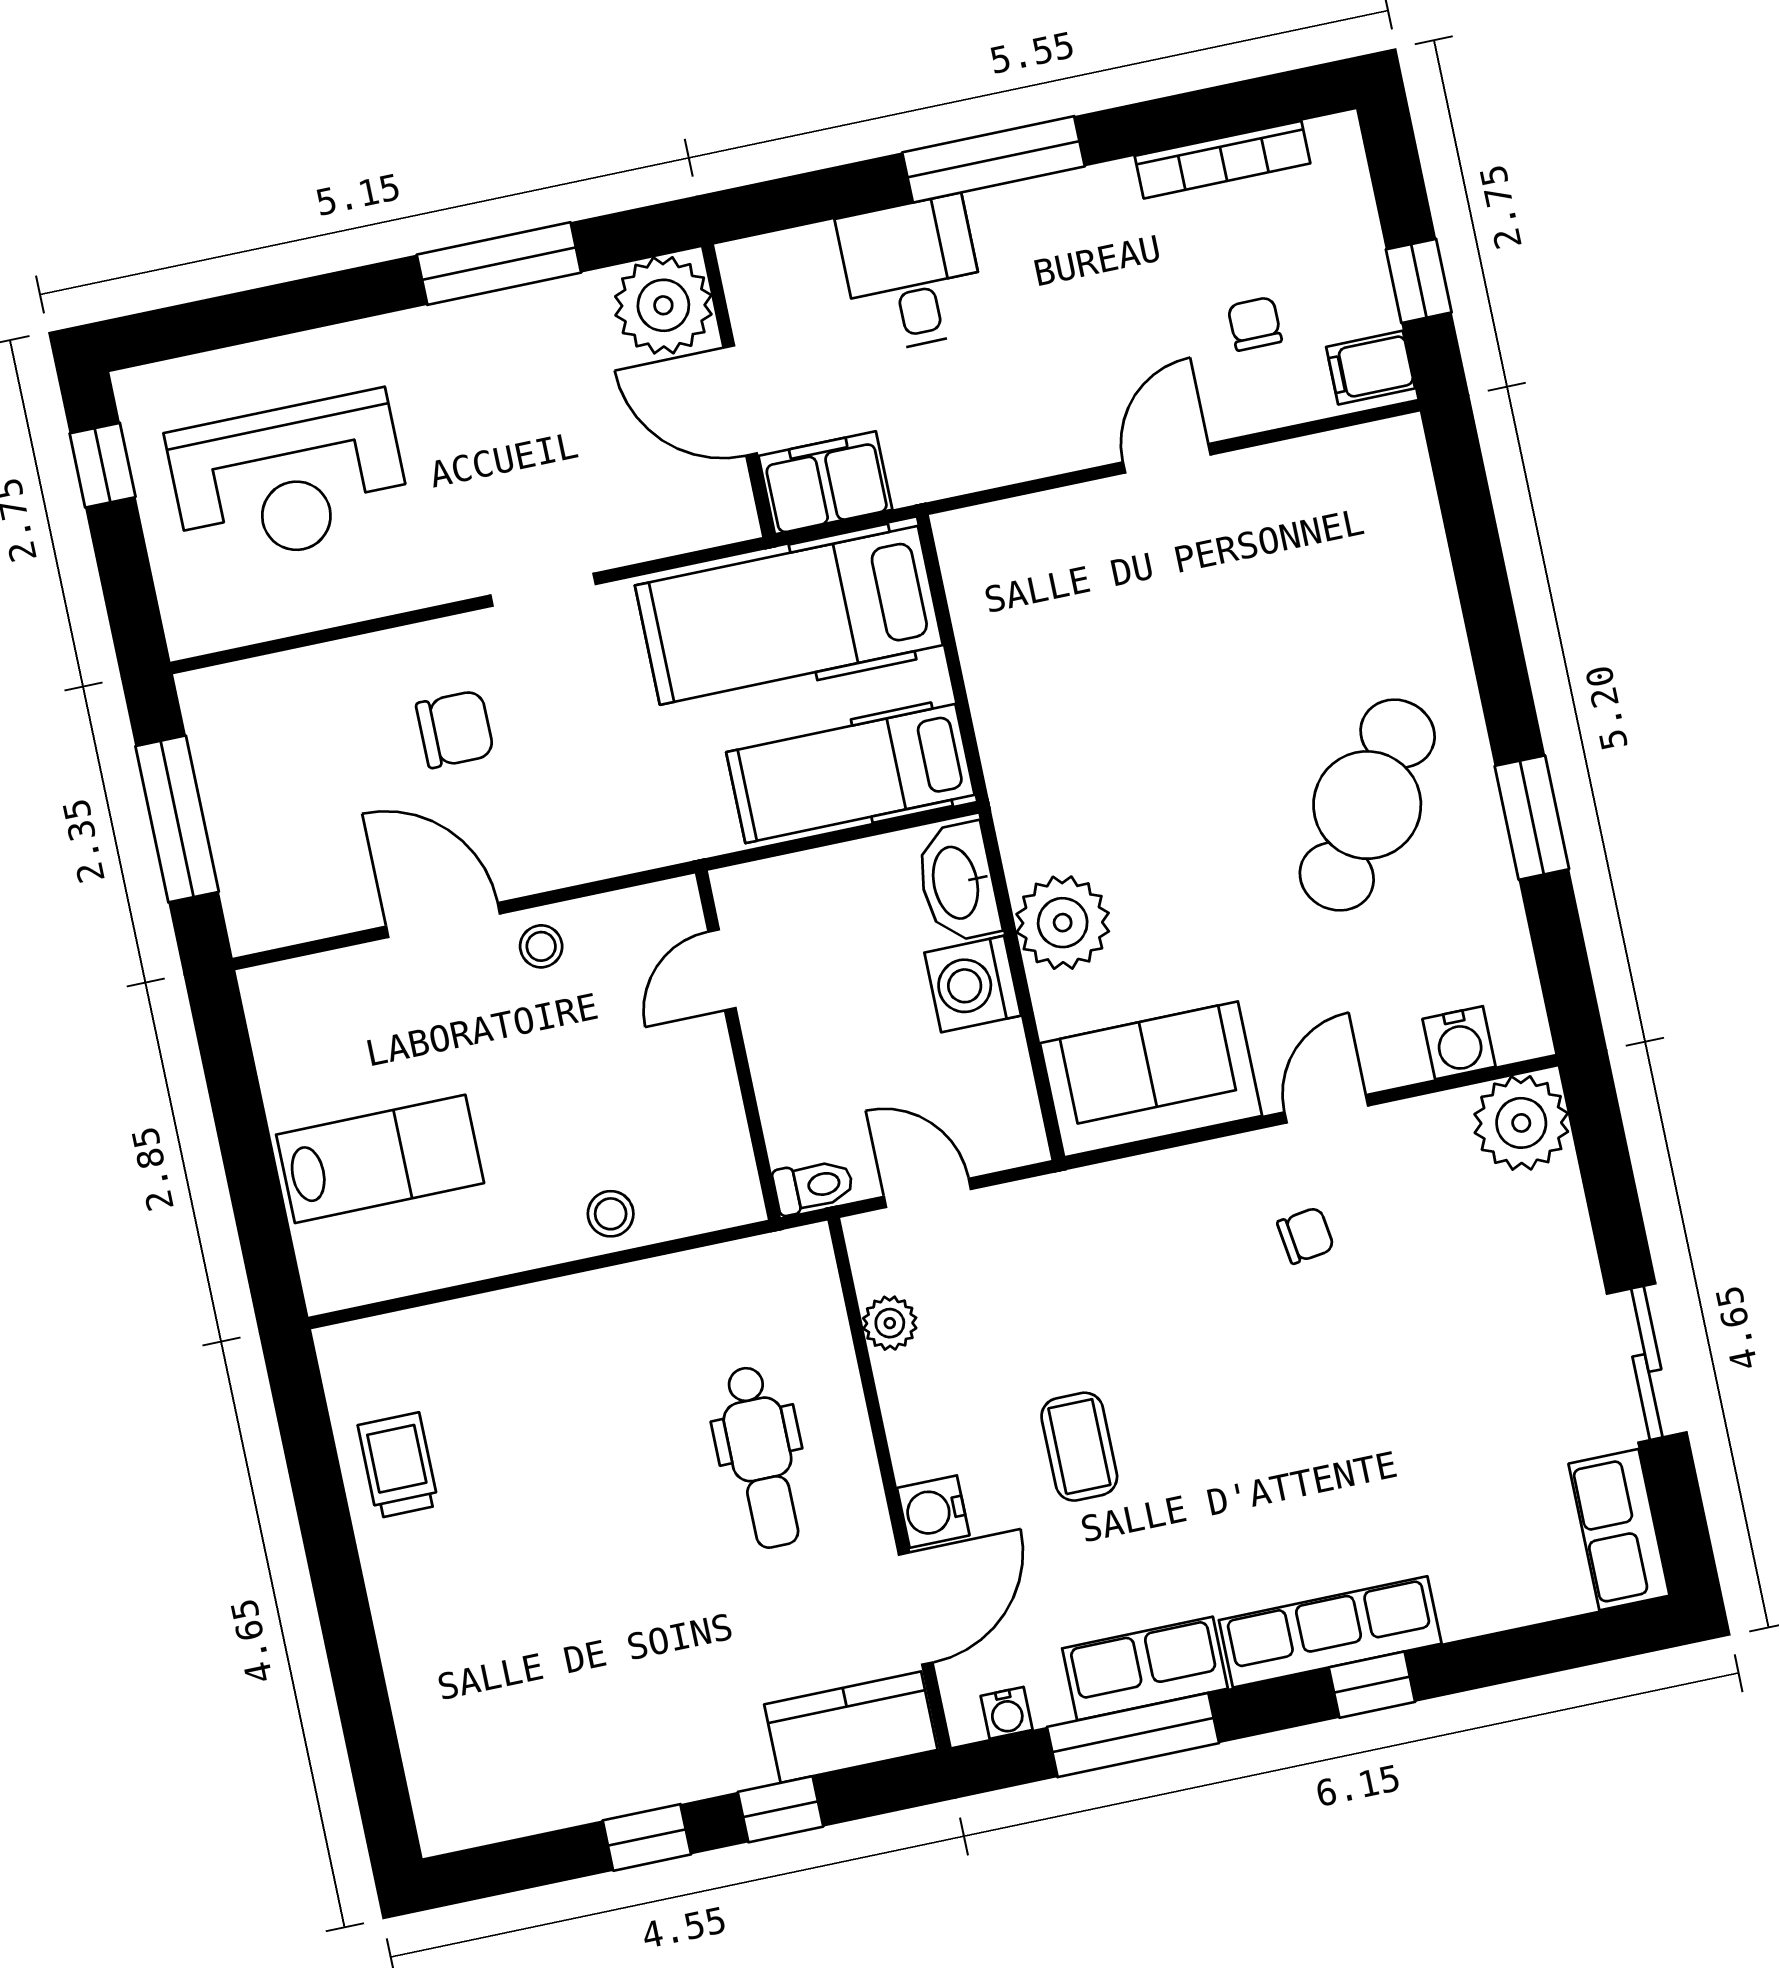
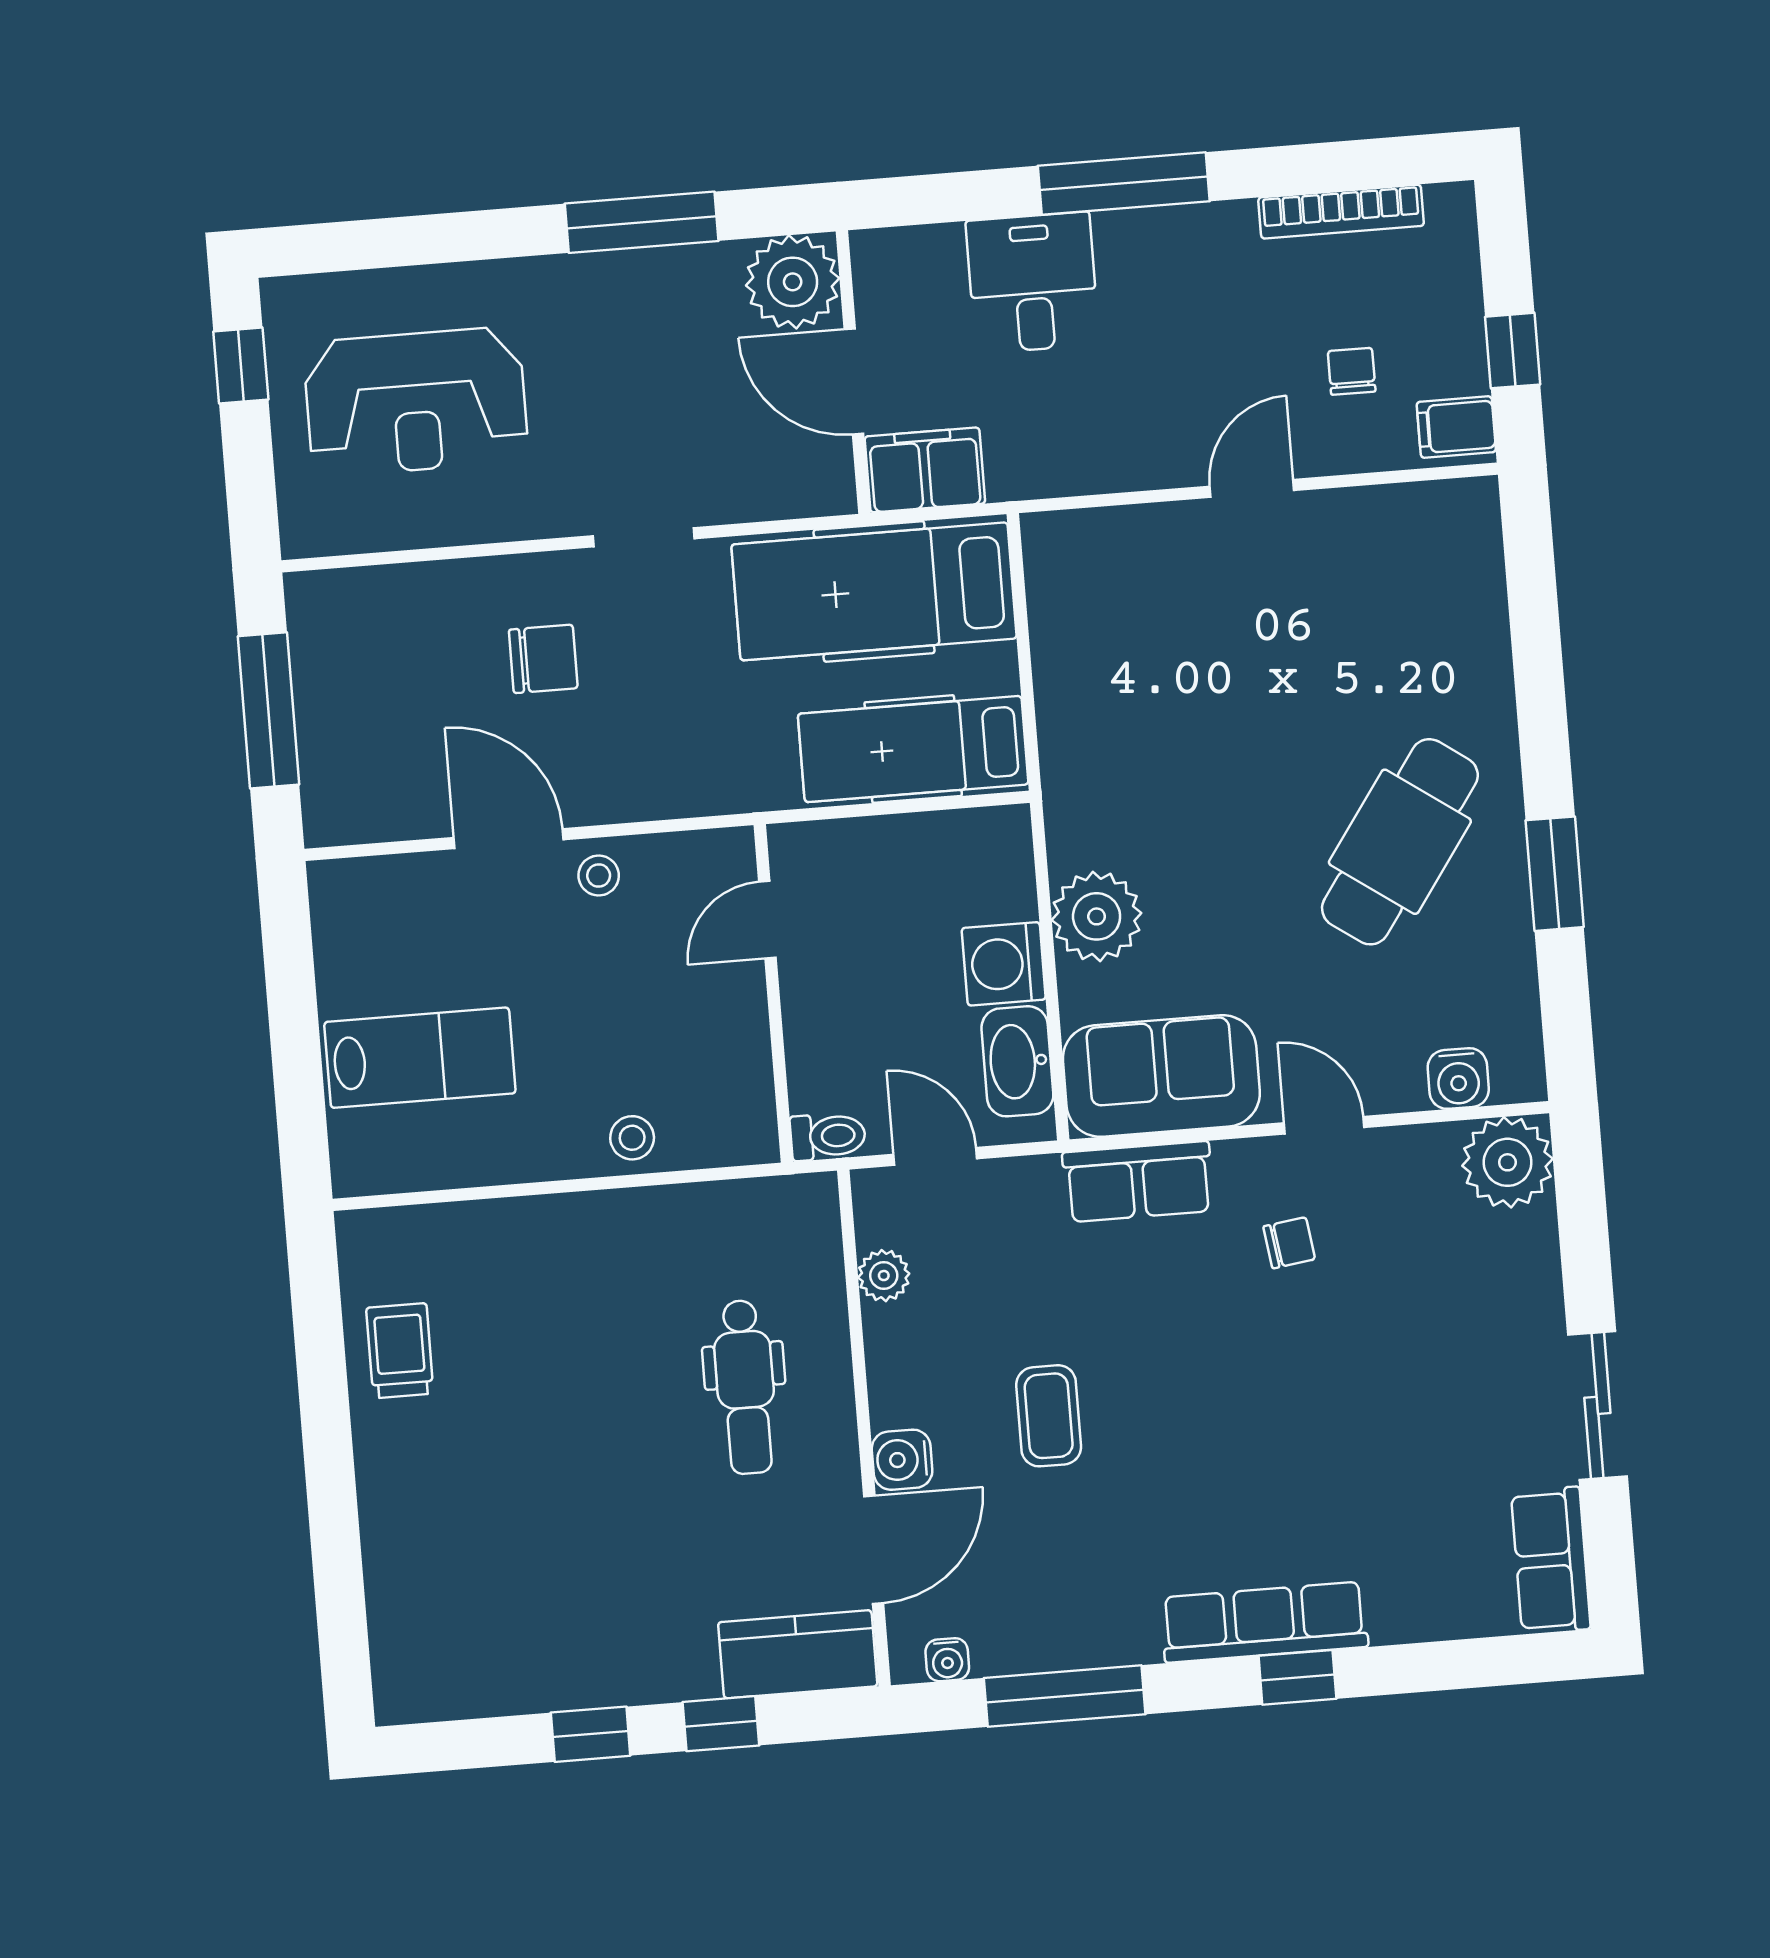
washbasin: (958, 882) -> (1017, 1061), moved
door: (1326, 1109) -> (1324, 1125), hinge flipped
row of seats: (1145, 1669) -> (1138, 1182), moved, turned 180

